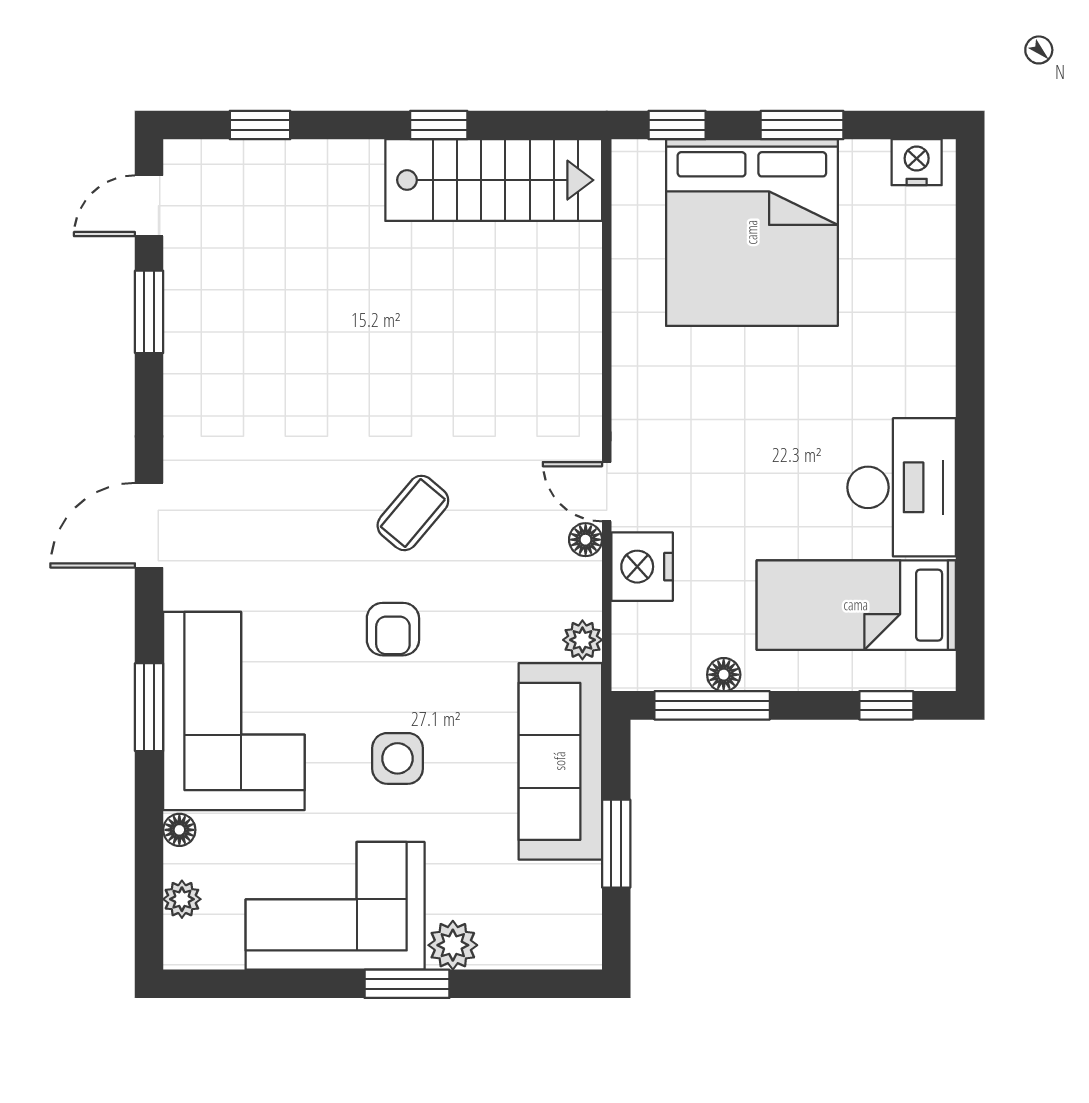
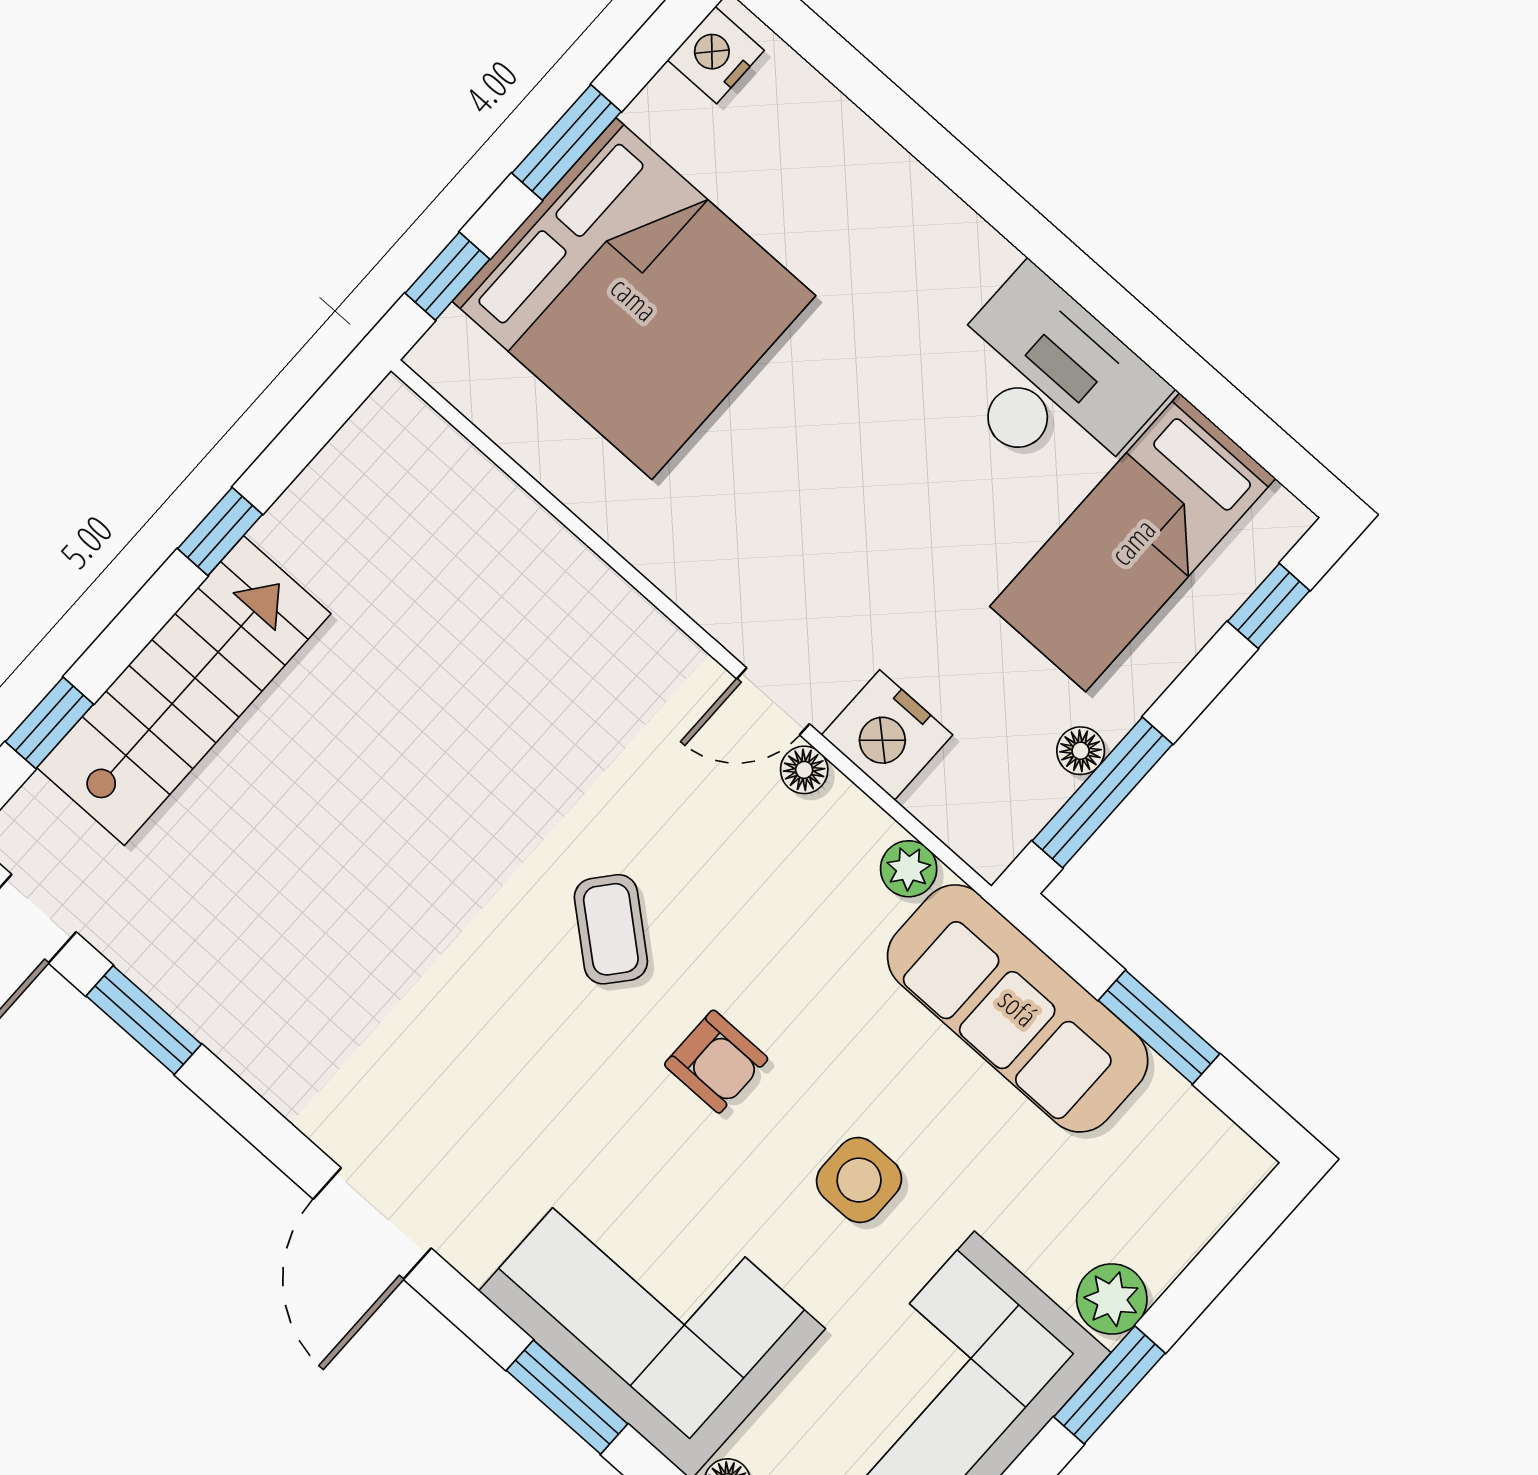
stairs: (494, 180) -> (184, 691), moved

